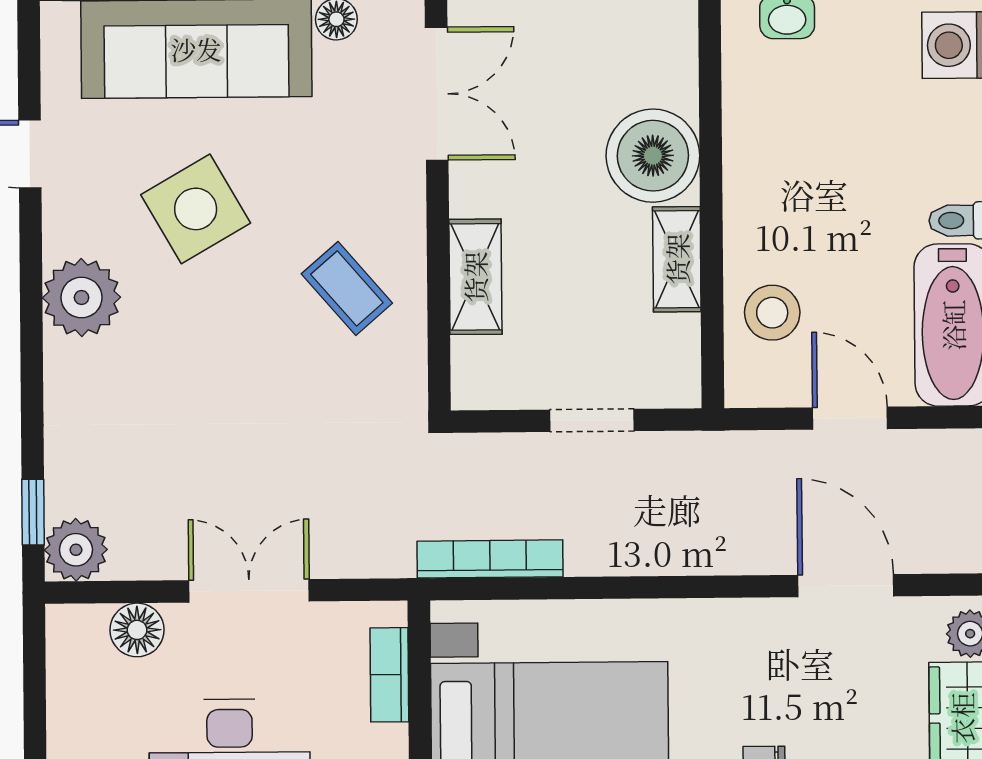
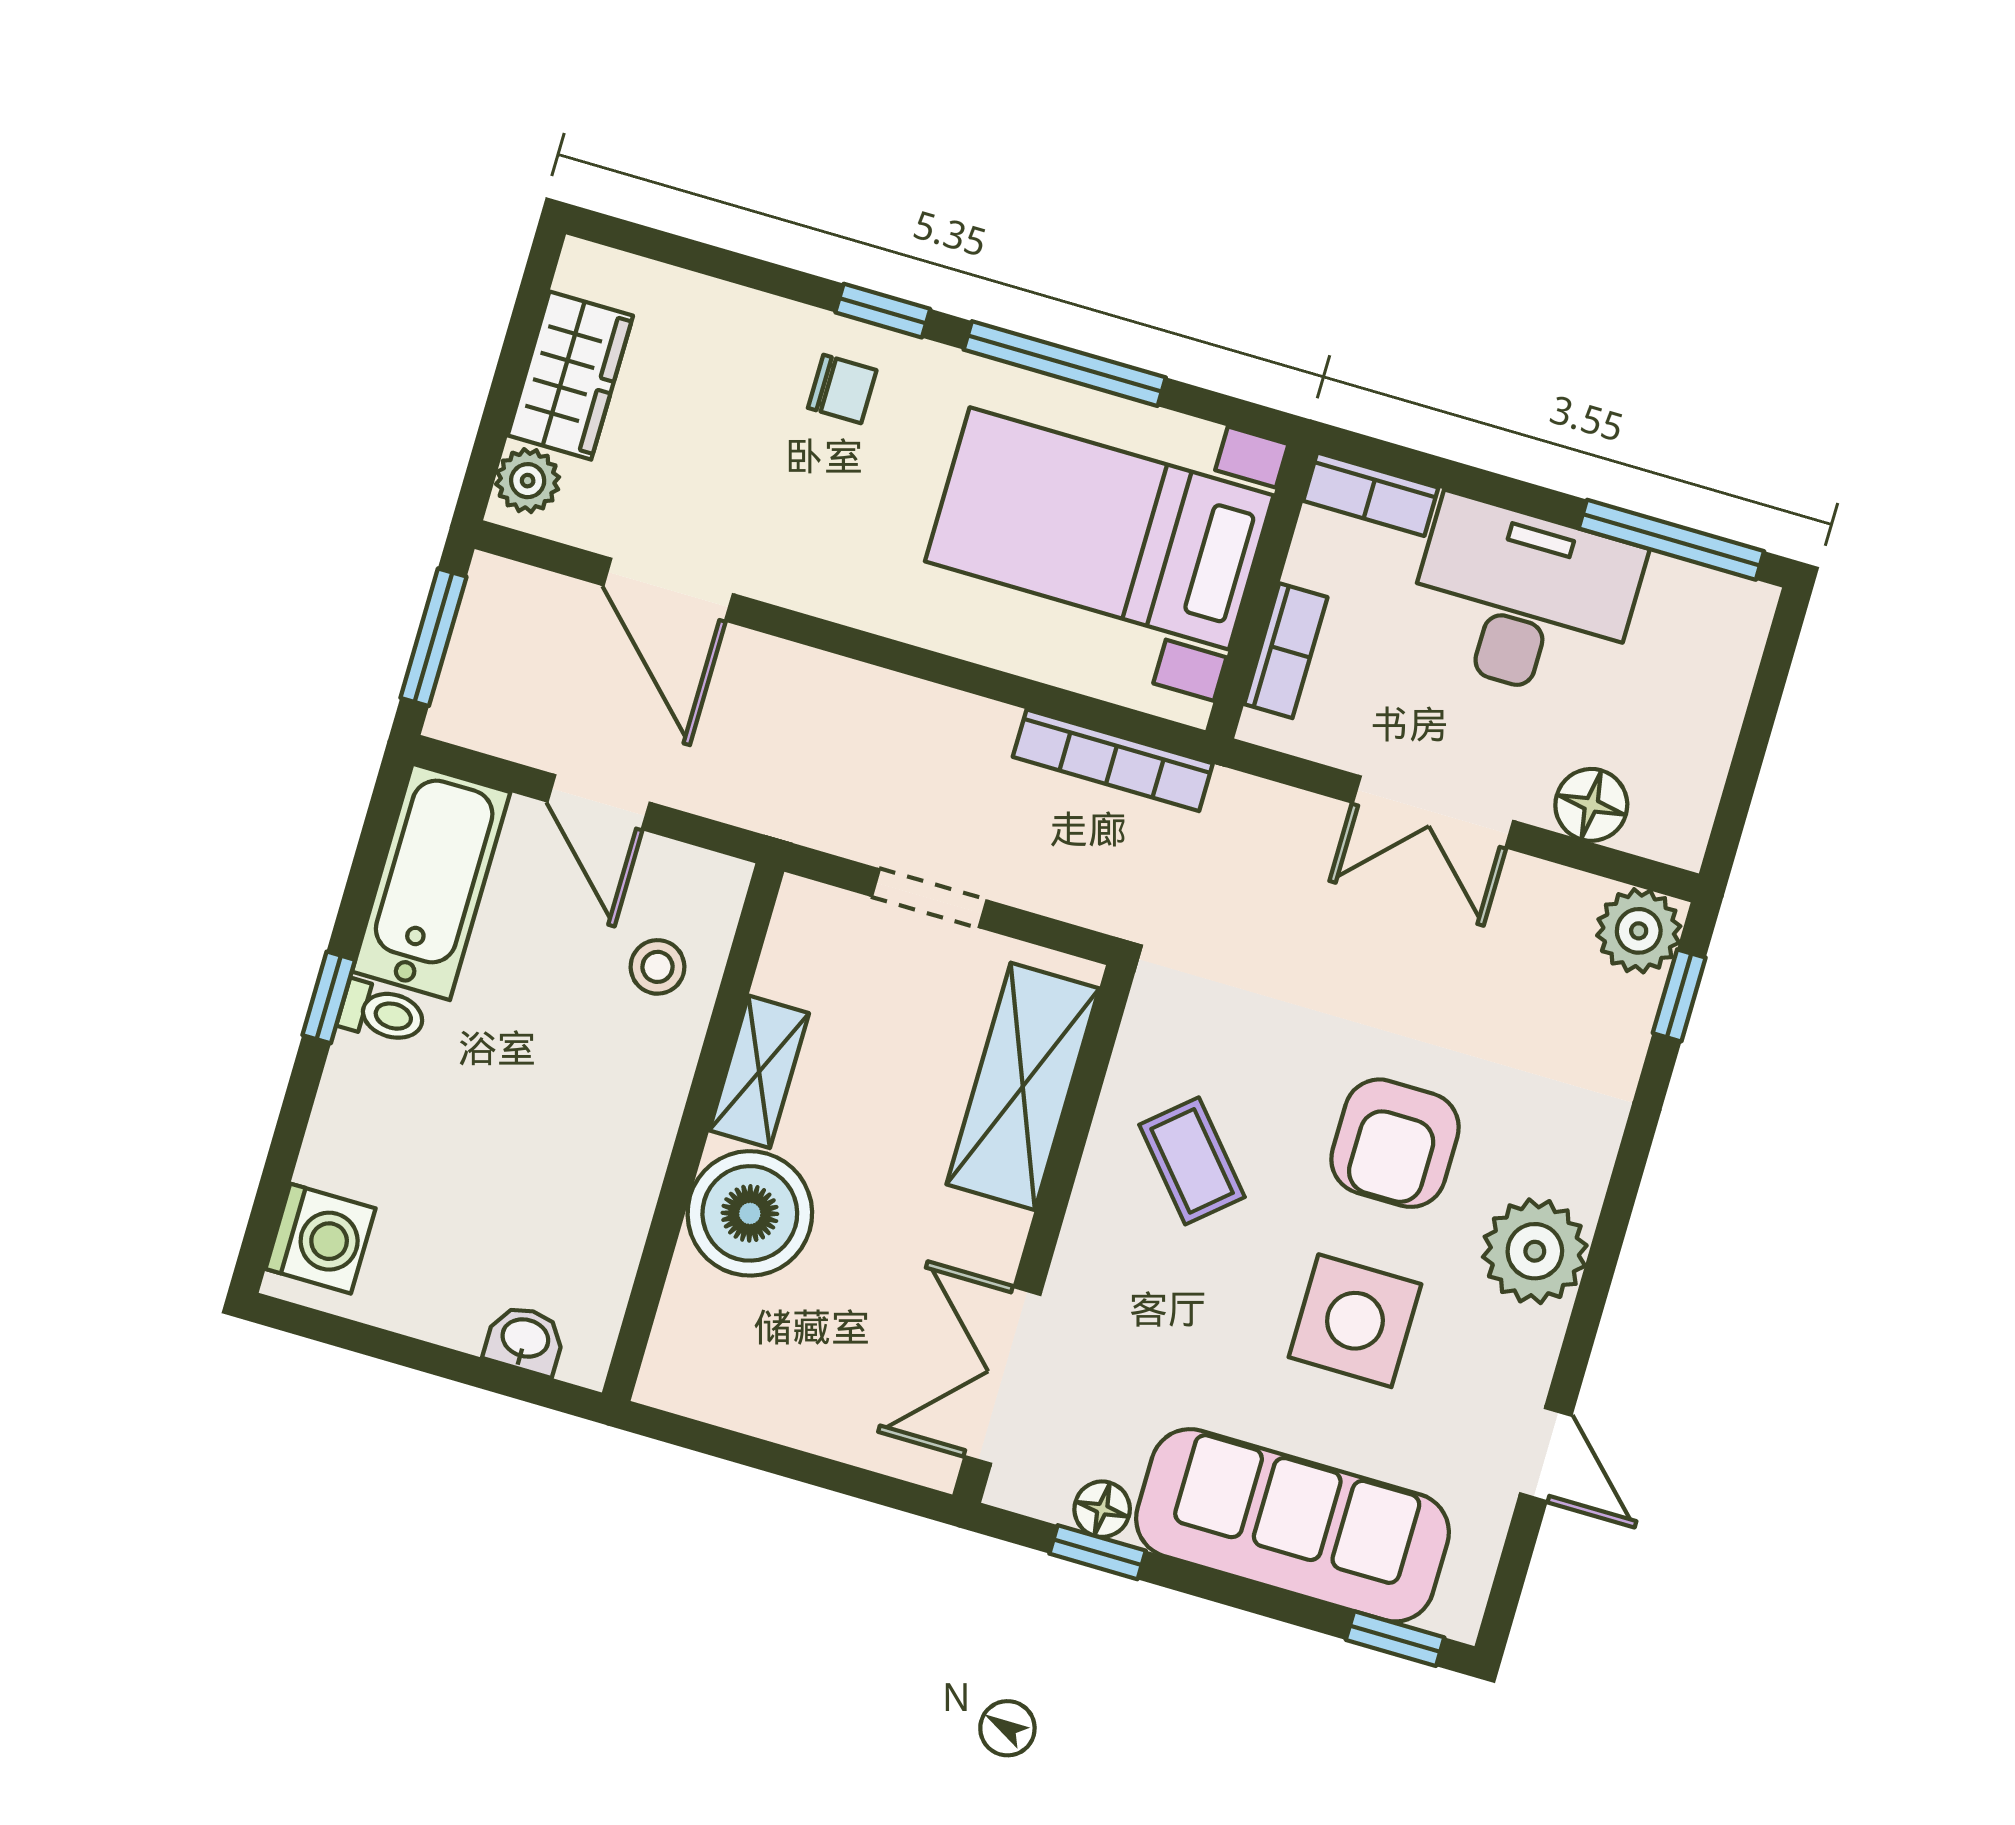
side table: (196, 209) -> (1355, 1321), turned 30
shelving: (475, 277) -> (1023, 1086), width x1.50, depth x1.33
stool: (772, 313) -> (658, 967), width x0.73, depth x0.73
armchair: (205, 345) -> (1395, 1143), added

